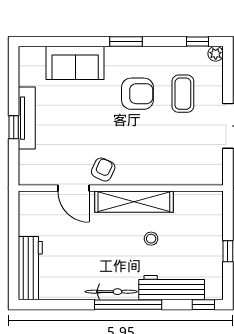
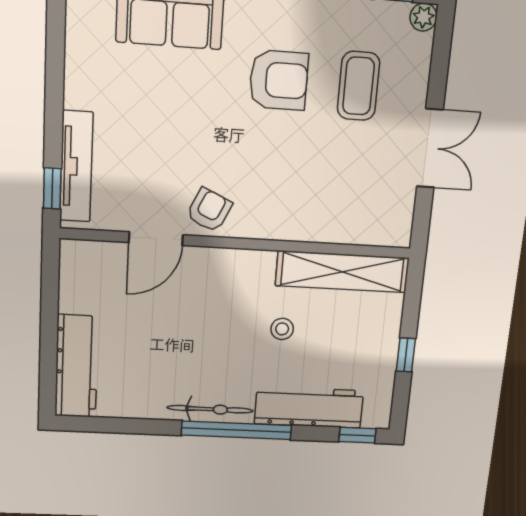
tv unit: (27, 118) -> (76, 167), moved
window: (14, 127) -> (52, 188), moved
door: (73, 188) -> (156, 239), hinge flipped
shelving: (134, 202) -> (342, 272), moved

